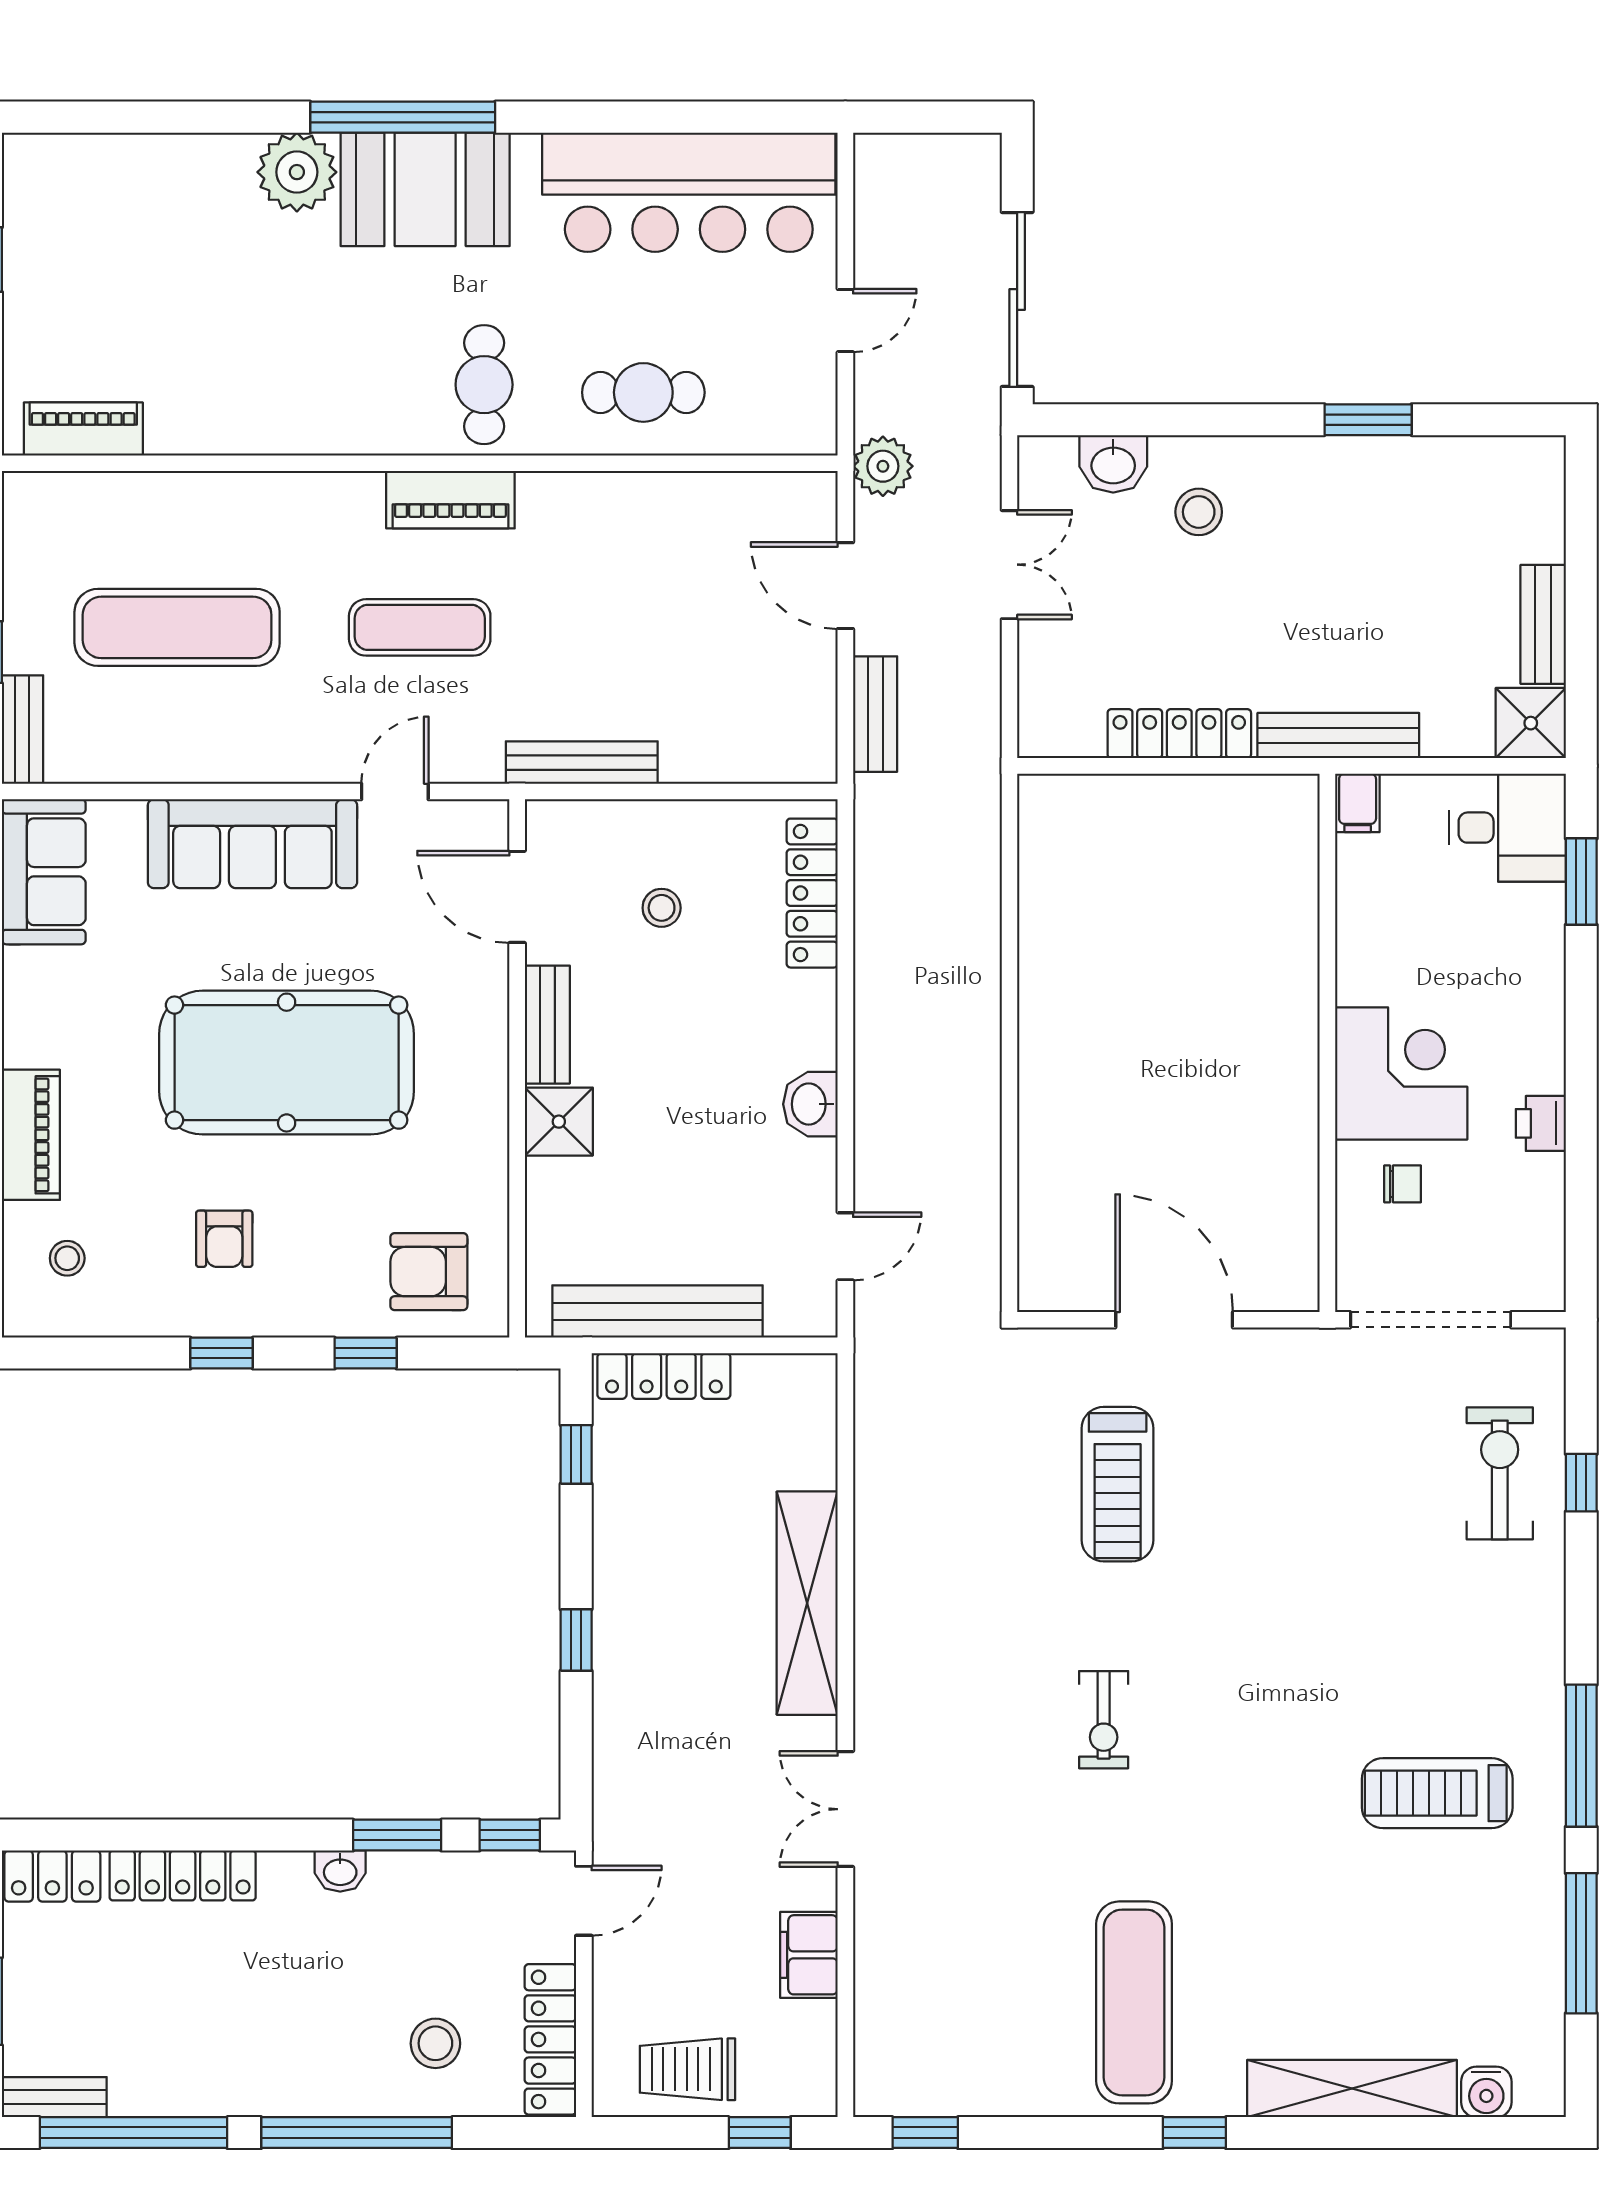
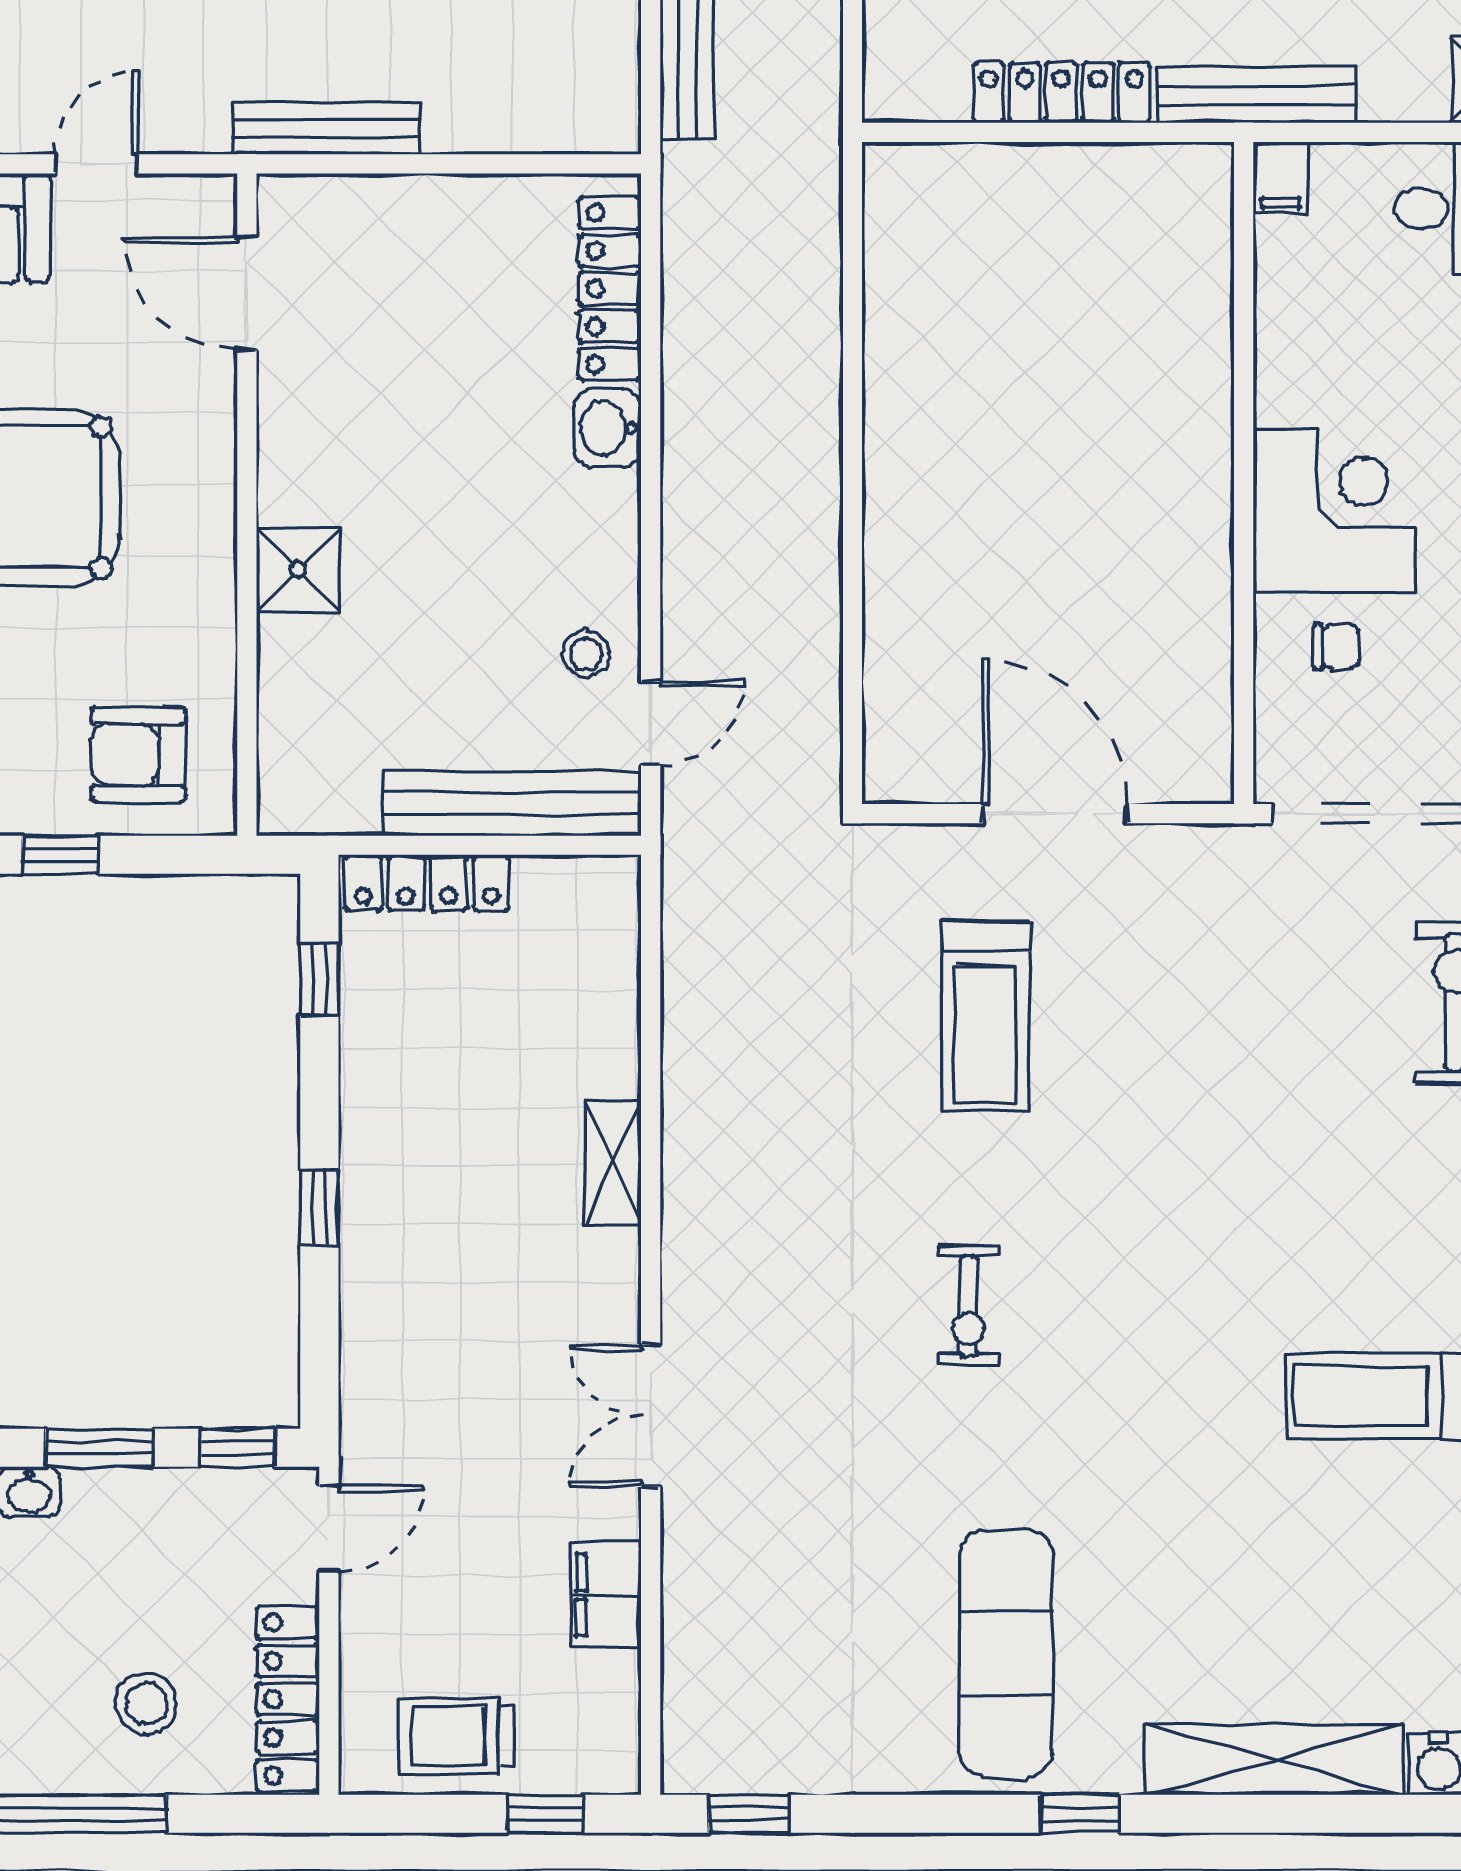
stool: (662, 908) -> (586, 654), moved
bench: (547, 1025) -> (284, 451), removed
washbasin: (810, 1104) -> (608, 428), moved
bench: (658, 1311) -> (512, 804), moved
shelving: (807, 1603) -> (613, 1162), width x0.45, depth x0.75

